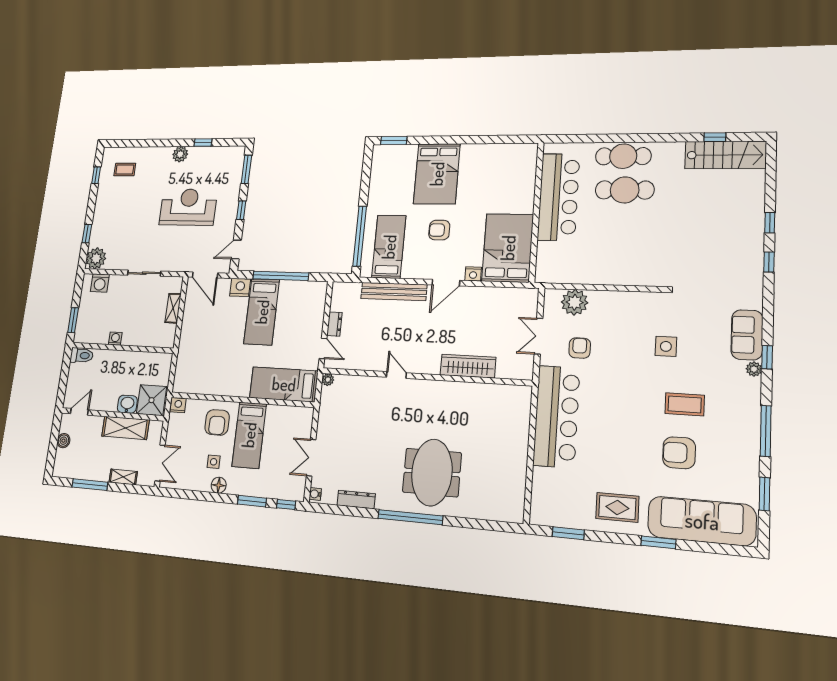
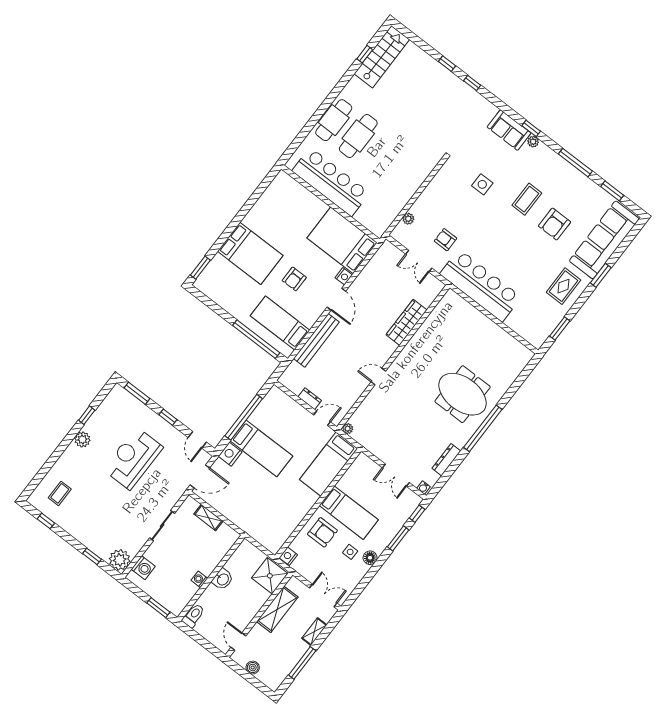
plant: (575, 302) -> (408, 219), width x0.53, depth x0.53
washbasin: (127, 404) -> (223, 579), moved, turned 180

